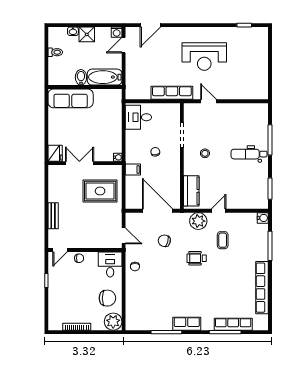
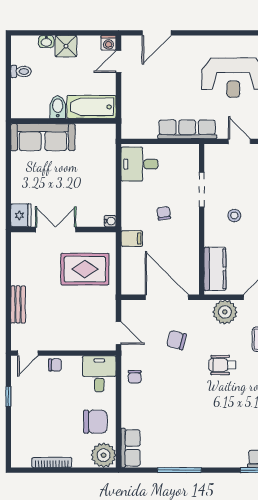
row of seats: (187, 324) -> (130, 448), moved, turned 90

